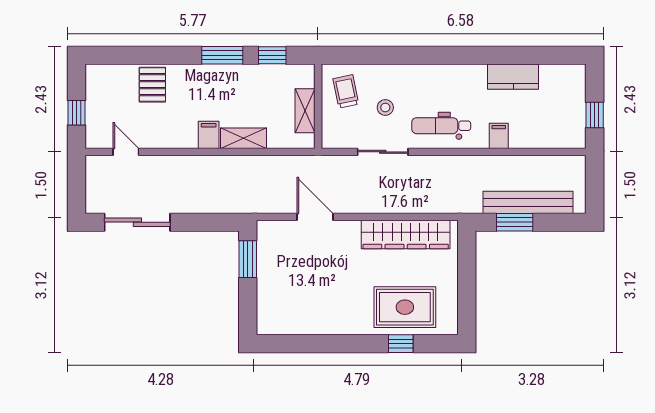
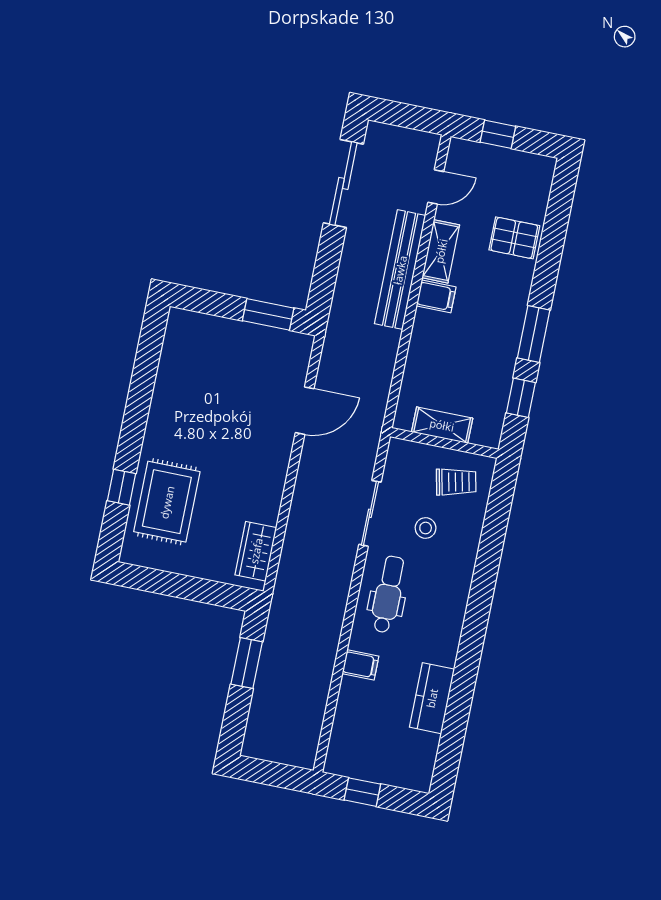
shelving: (243, 138) -> (441, 251), moved
bench: (528, 202) -> (400, 270), moved
wardrobe: (406, 234) -> (256, 551), width x0.48, depth x0.85

